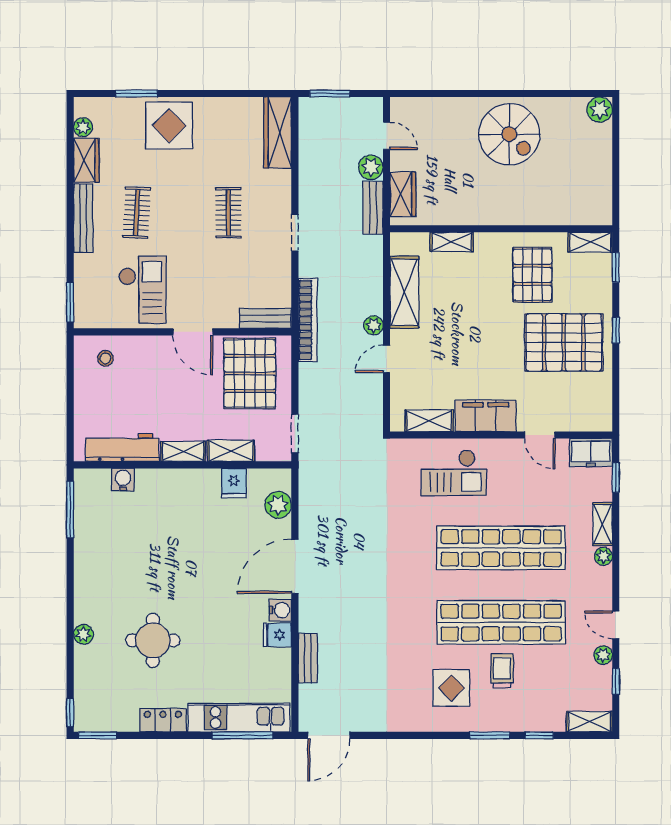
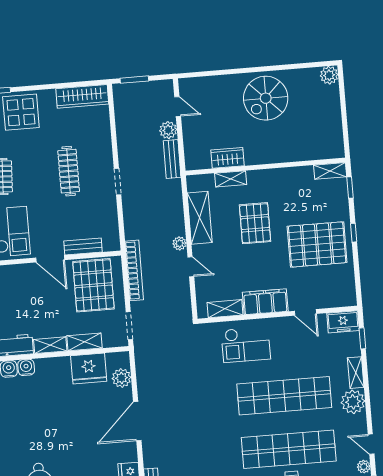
wardrobe: (278, 133) -> (82, 96), moved, turned -90
spiral stairs: (509, 134) -> (266, 98), turned 90
wardrobe: (403, 194) -> (228, 158), moved, turned -90
clothes rail: (228, 213) -> (69, 171), width x1.36
pallet: (532, 275) -> (255, 223), moved
bench: (265, 319) -> (83, 246), moved
bookcase: (308, 320) -> (134, 270), moved
door: (387, 359) -> (191, 267), swing flipped
fridge: (234, 483) -> (89, 369), width x1.88, depth x1.34
plant: (603, 556) -> (353, 402), width x1.88, depth x1.88
water cooler: (280, 610) -> (26, 367), moved, turned -90

